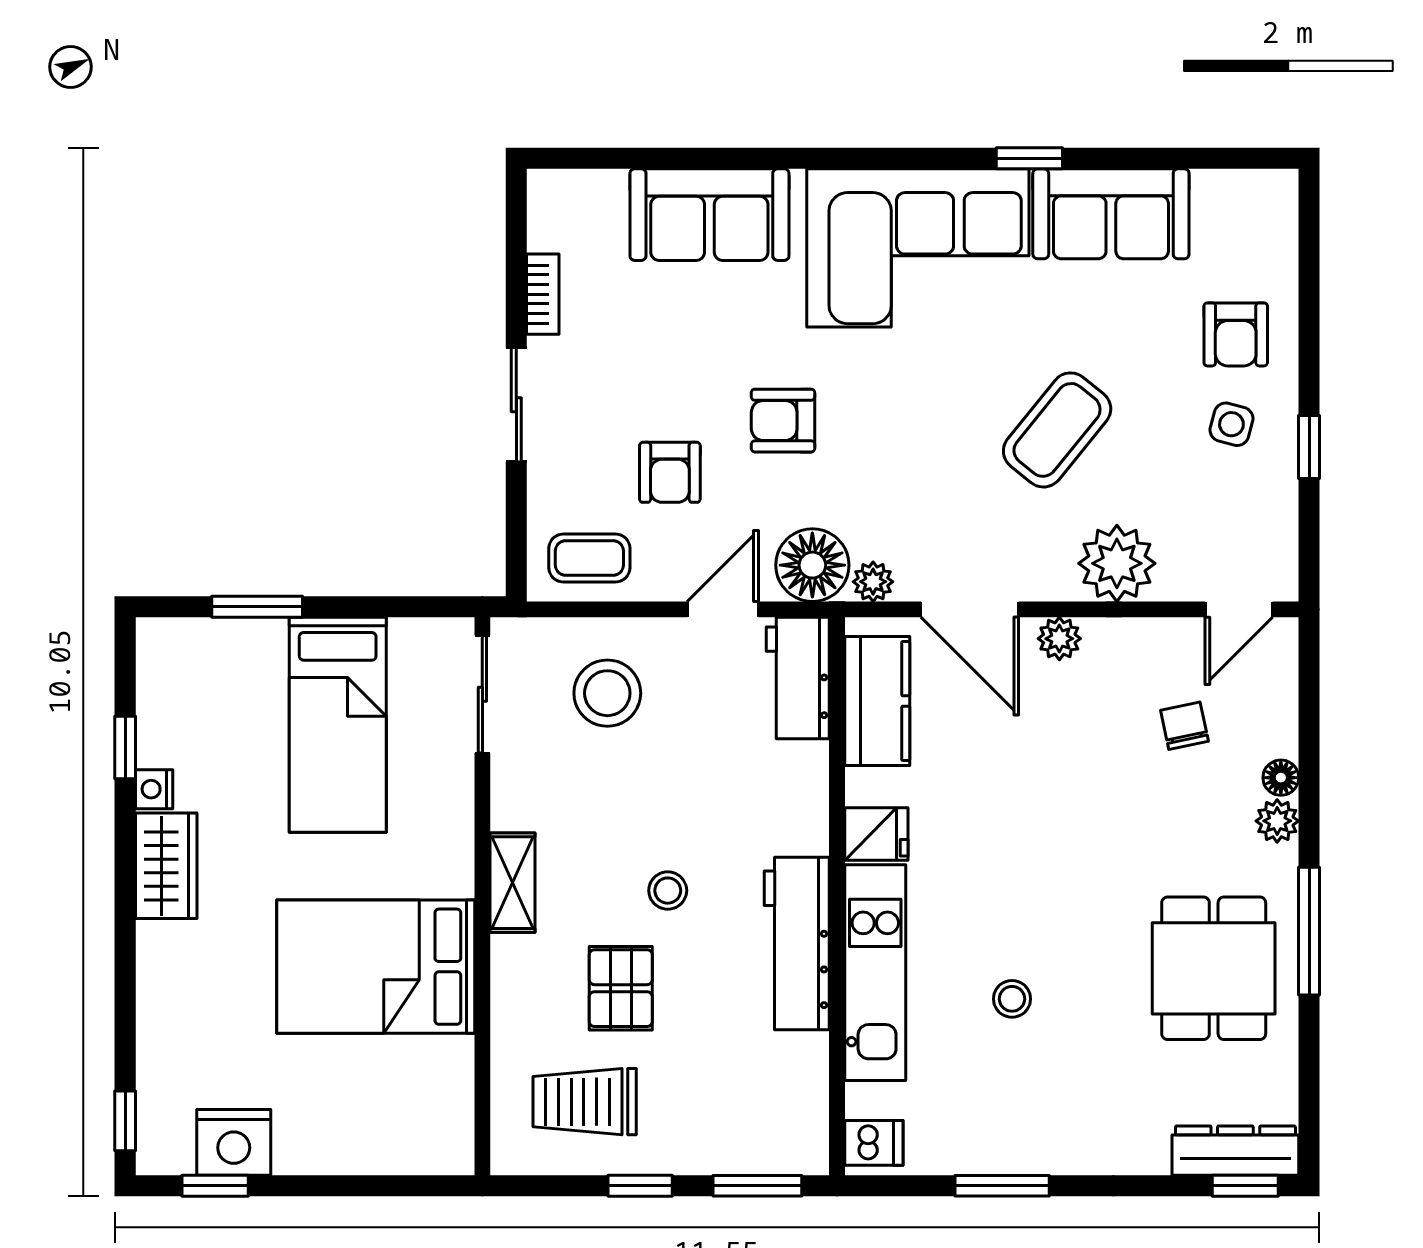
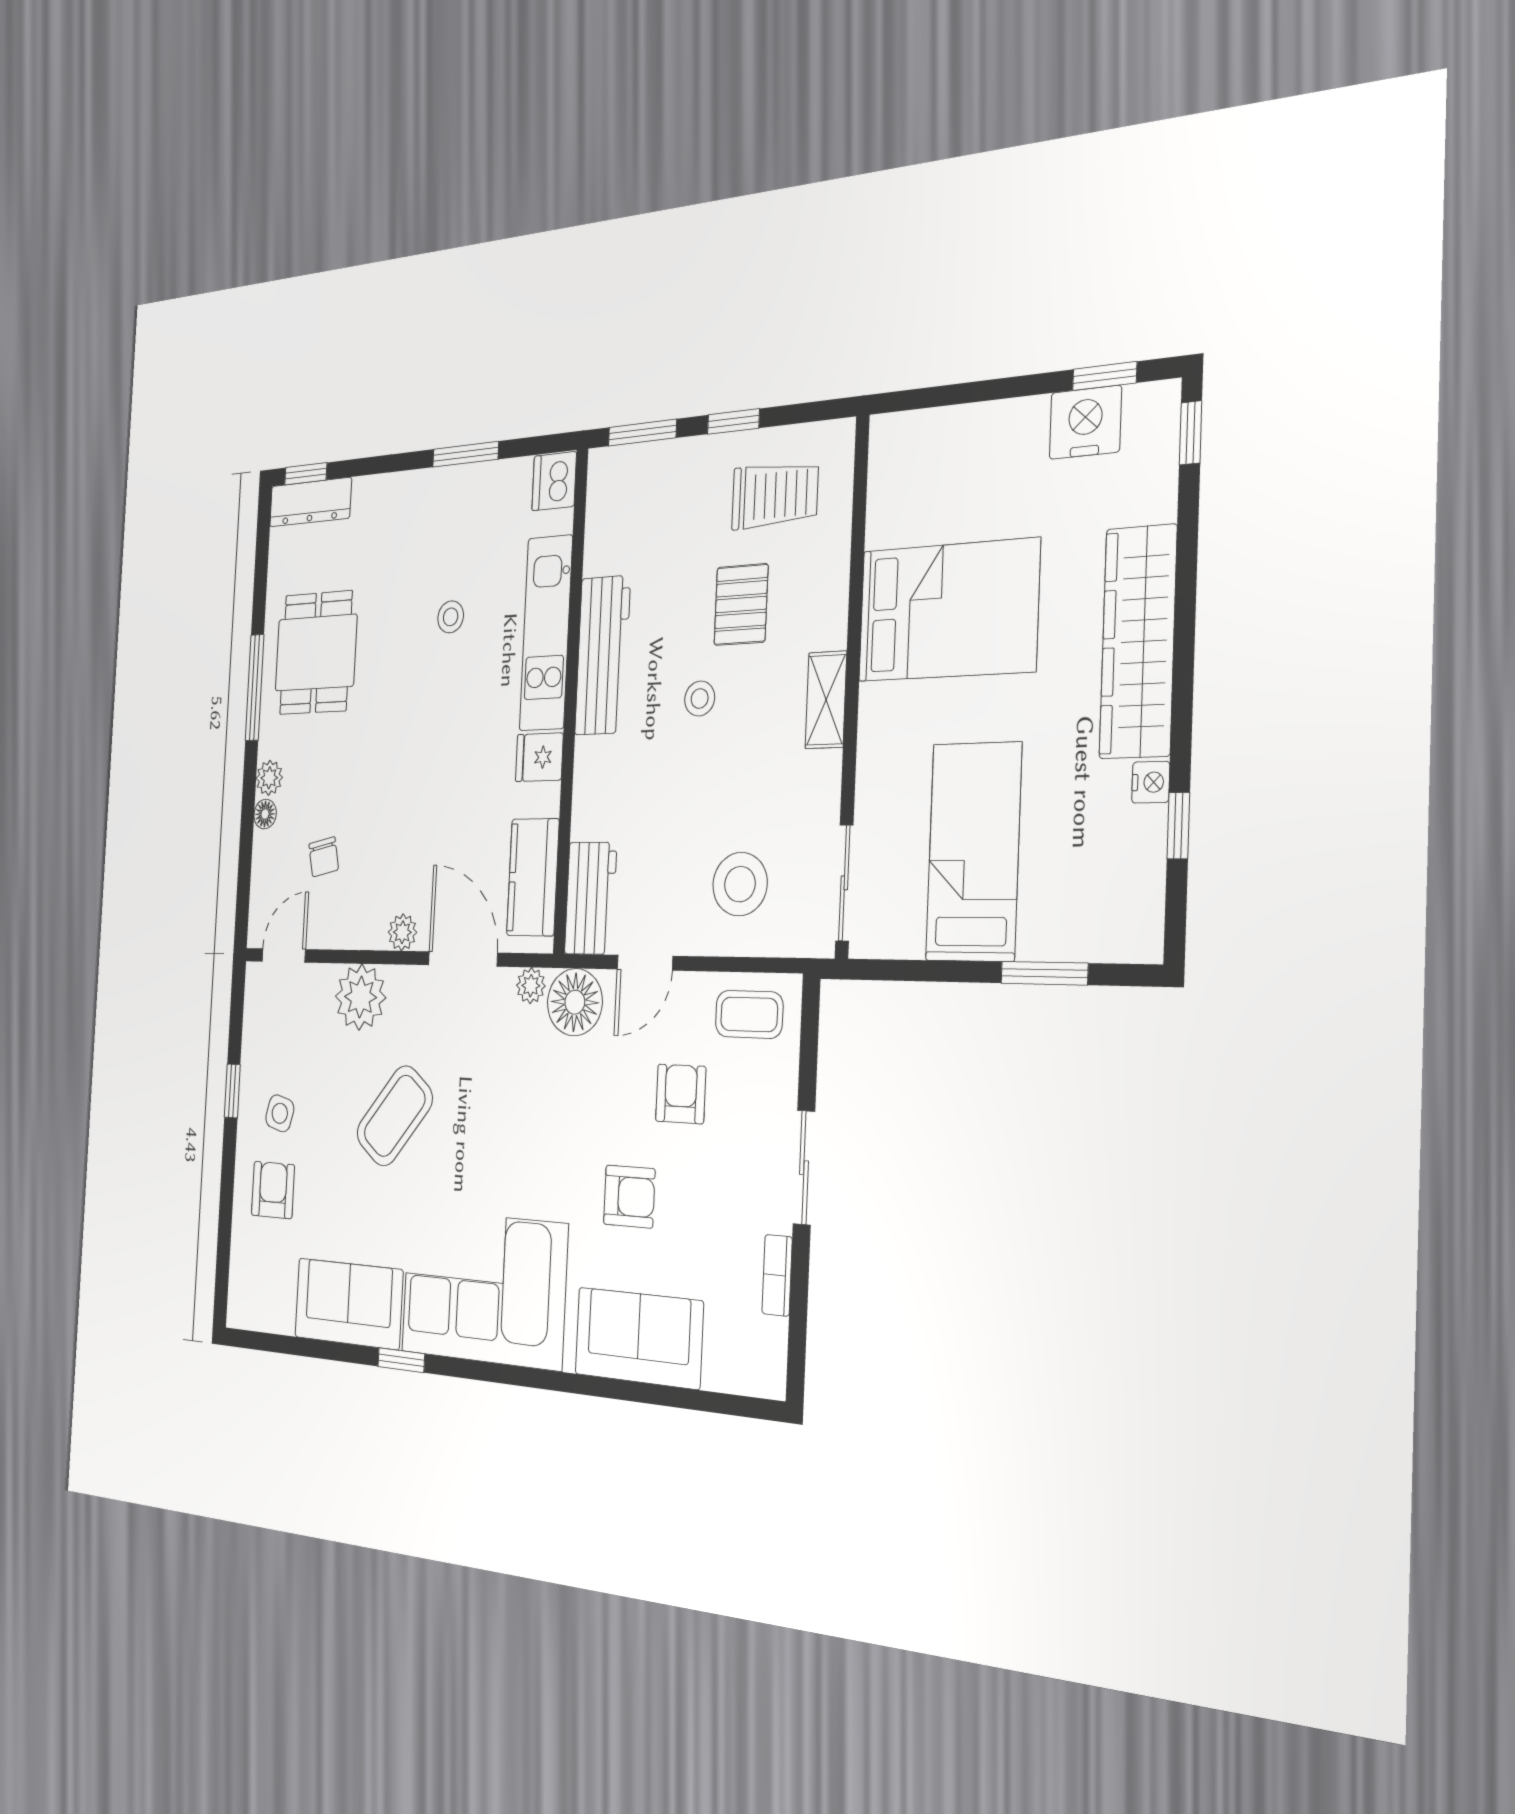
armchair: (783, 421) -> (629, 1197), moved
wardrobe: (166, 866) -> (1138, 642), width x2.10, depth x1.17
dishwasher: (874, 1143) -> (554, 481), width x1.38

